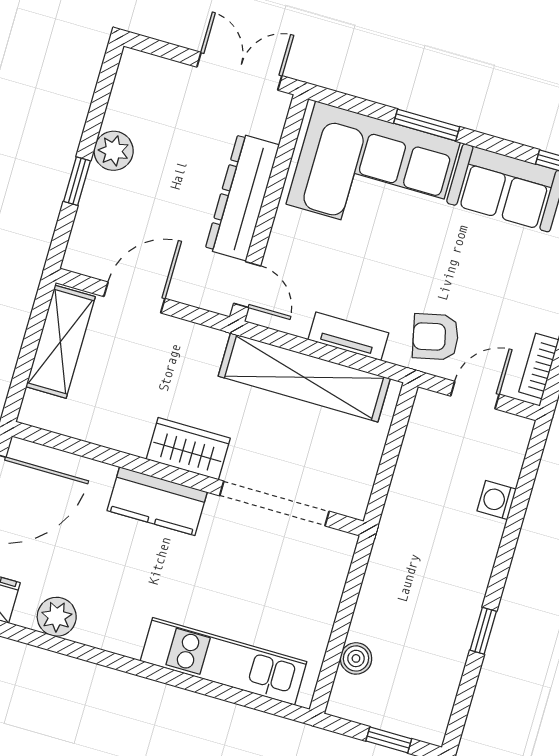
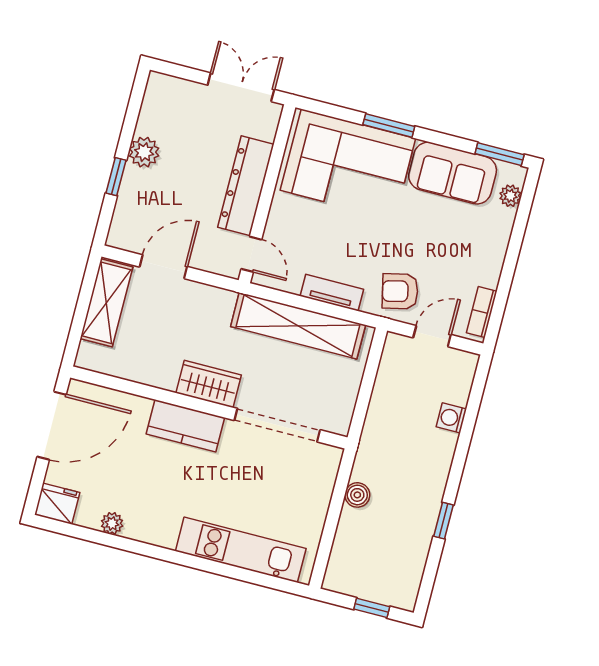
plant: (57, 617) -> (112, 523), width x0.73, depth x0.73
boiler: (356, 658) -> (357, 495), moved

